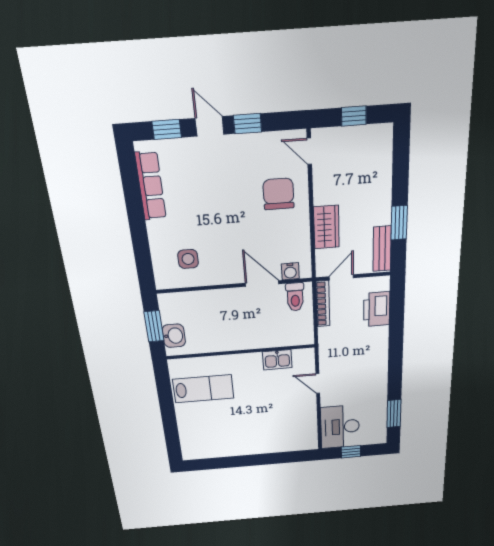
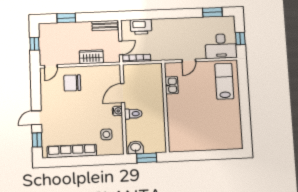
window: (248, 124) -> (36, 98), removed
row of seats: (151, 186) -> (72, 151), width x1.36
window: (399, 223) -> (66, 18), moved
water cooler: (290, 271) -> (117, 111), moved
door: (341, 277) -> (121, 48), swing flipped
toilet: (295, 297) -> (133, 114), moved
washbasin: (174, 336) -> (136, 147), moved
lab bench: (203, 389) -> (224, 81), moved

